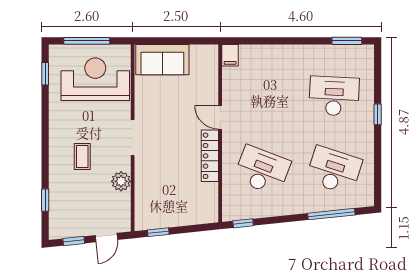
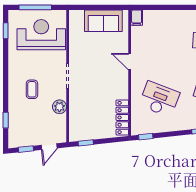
sofa: (162, 60) -> (103, 21), moved
locker: (210, 156) -> (122, 117), moved

